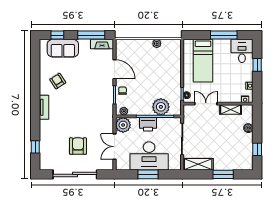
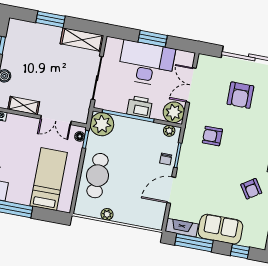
sofa: (63, 48) -> (220, 229), moved
door: (114, 69) -> (171, 190), hinge flipped
cafe table: (169, 70) -> (98, 176), added
plant: (161, 107) -> (102, 124), moved
armchair: (92, 113) -> (212, 136), added
double door: (114, 147) -> (191, 85), swing flipped

